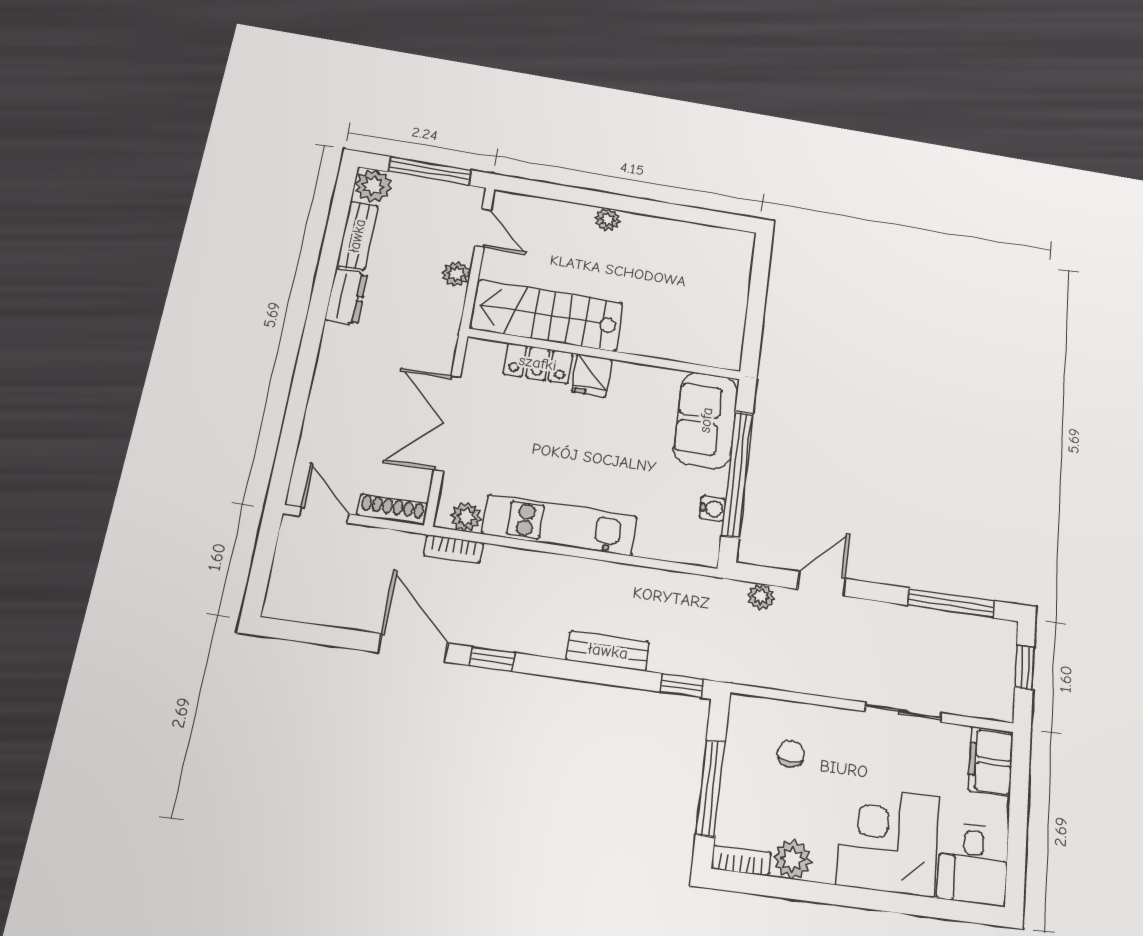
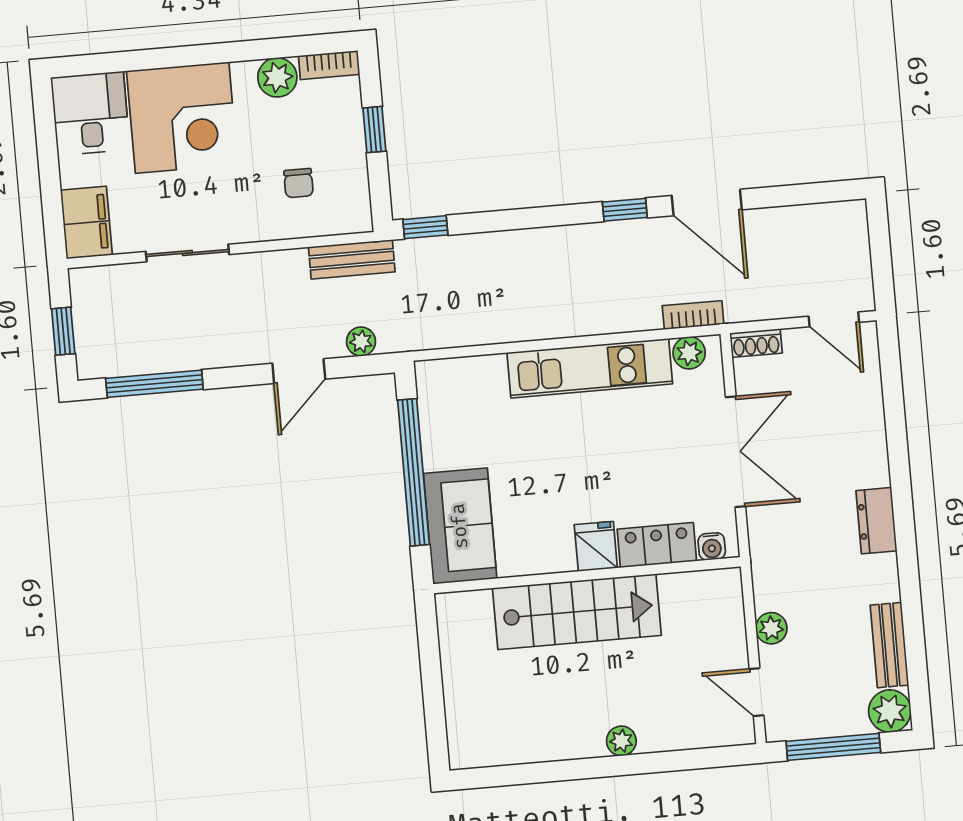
dresser: (346, 297) -> (876, 521), moved
stairs: (547, 316) -> (577, 612), moved
water cooler: (712, 509) -> (712, 546), moved, turned -90
shoe rack: (392, 510) -> (756, 343), width x0.70
bench: (608, 651) -> (352, 259), moved
window: (710, 788) -> (374, 130), width x0.46

